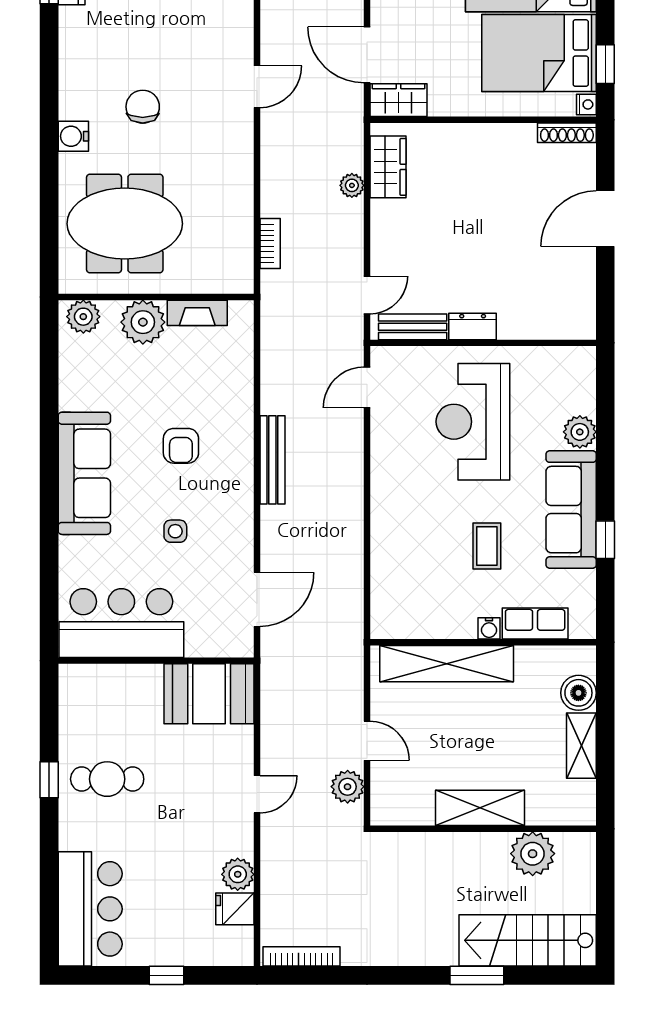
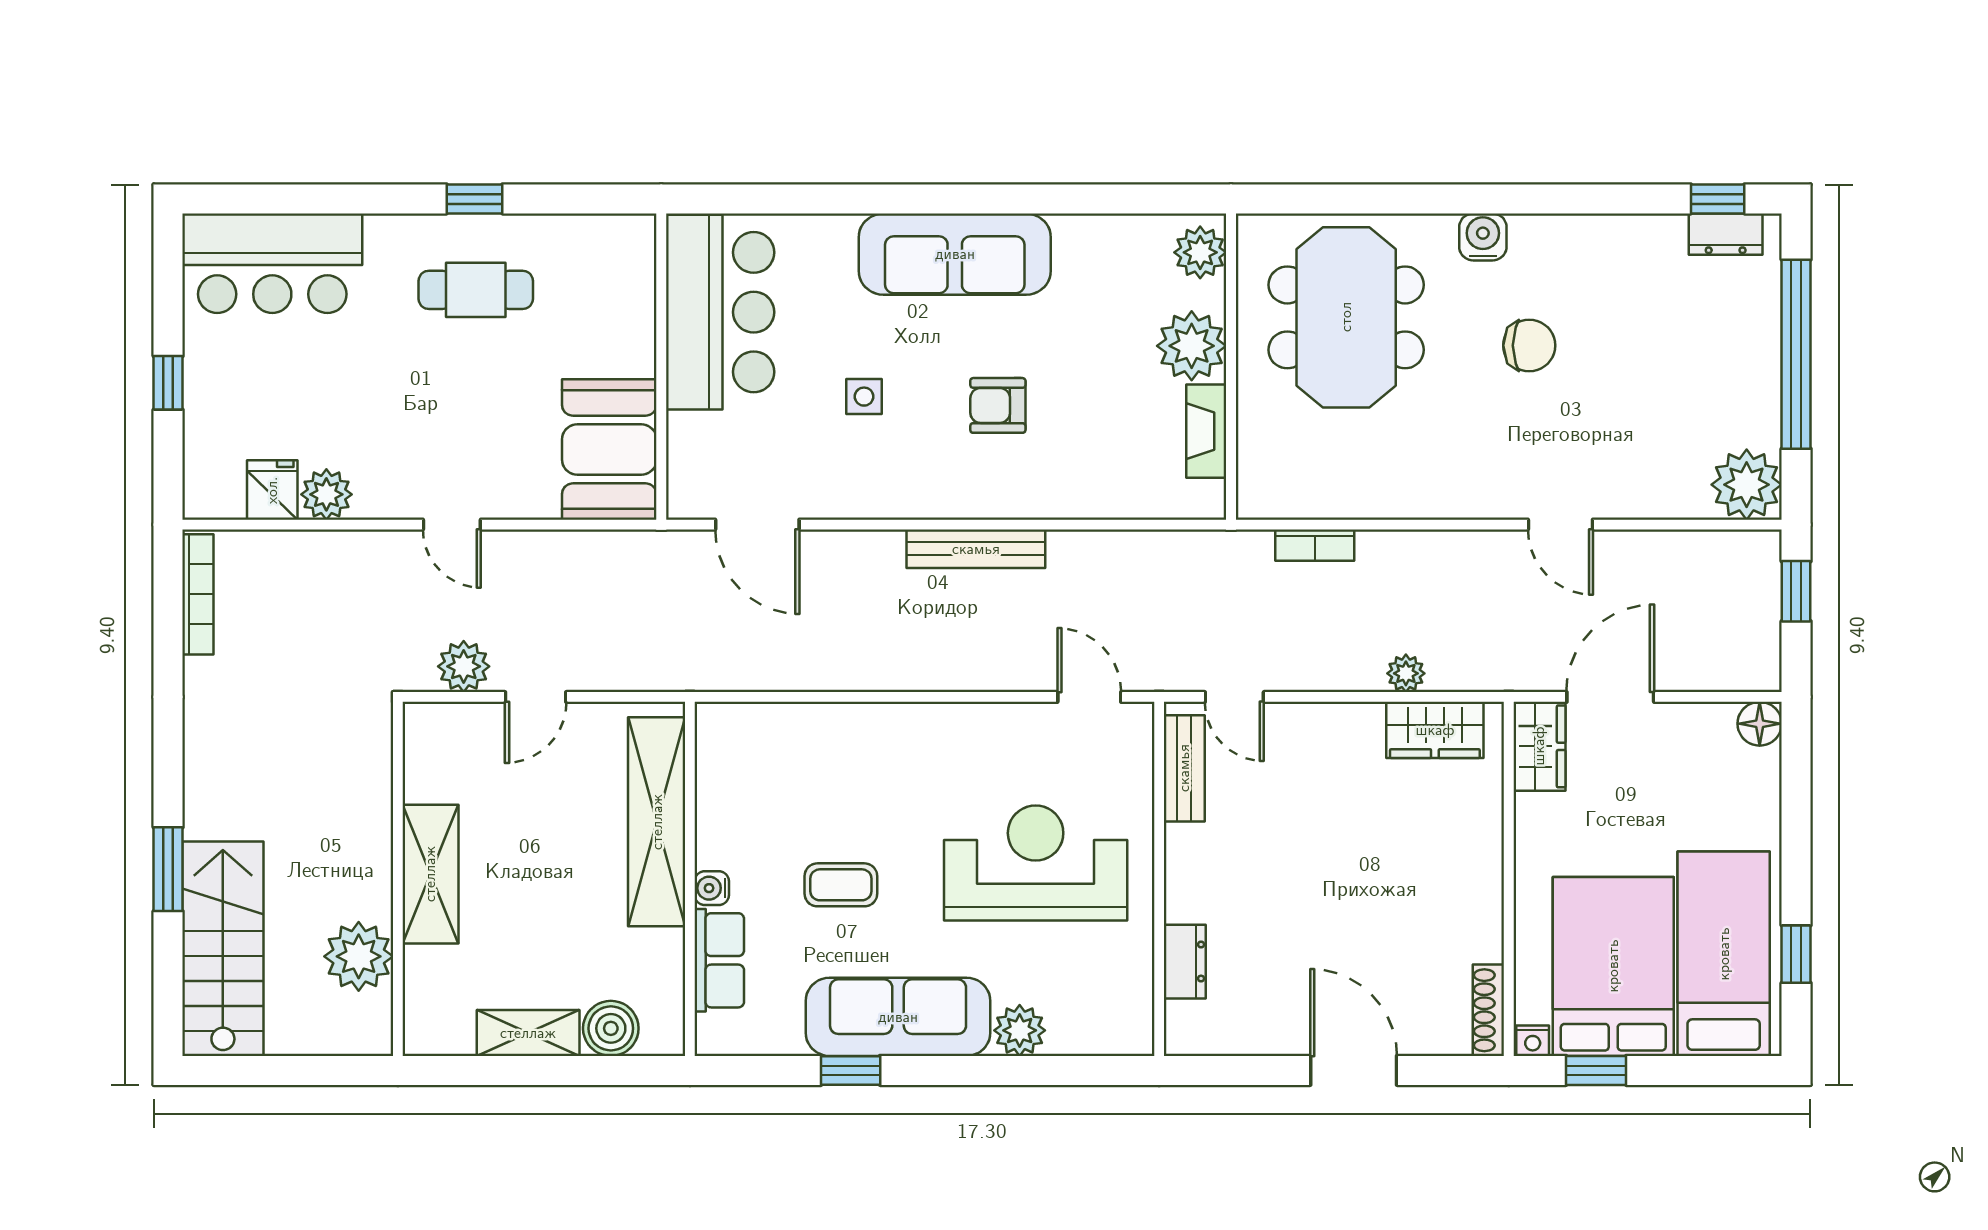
dresser: (473, 326) -> (1185, 962), moved
cafe table: (107, 779) -> (476, 290), turned 90

